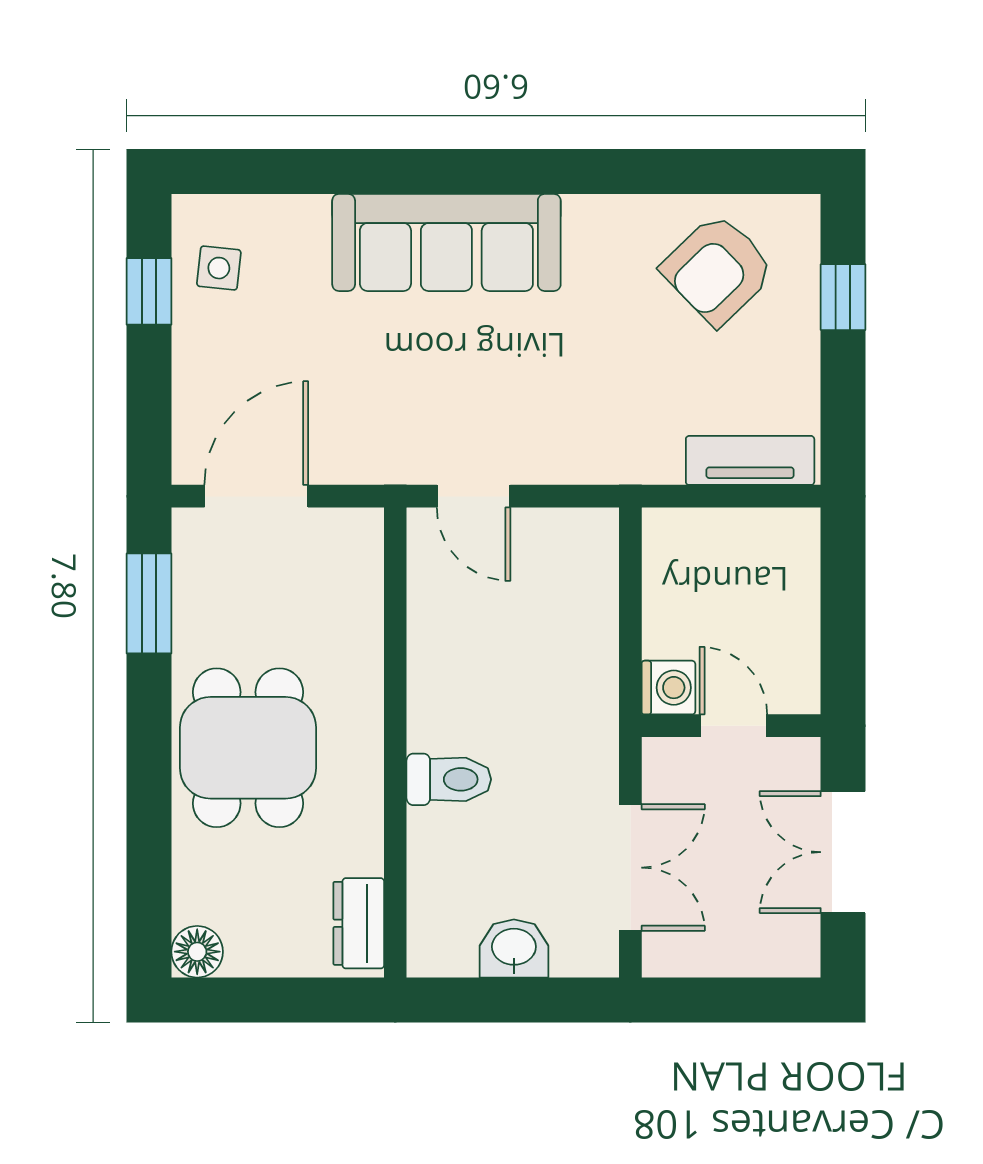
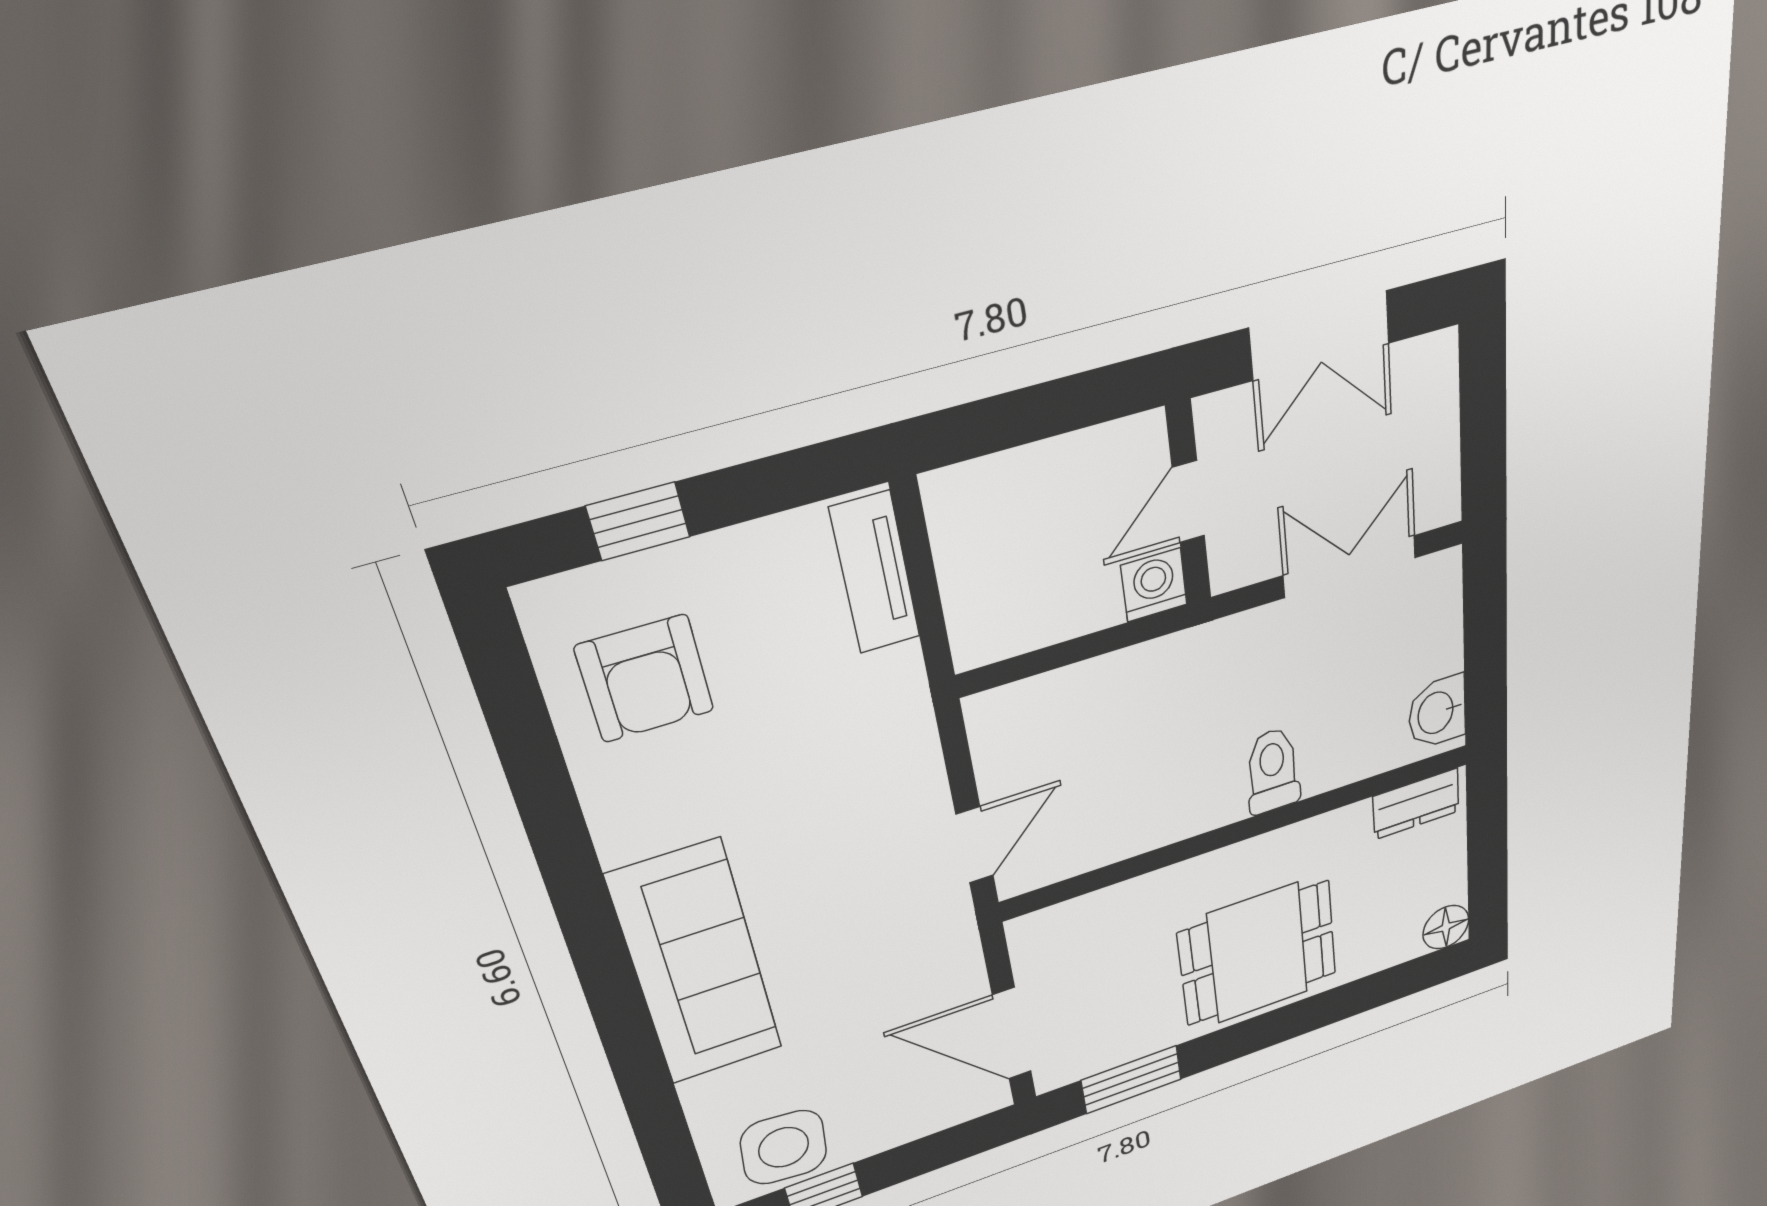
side table: (219, 268) -> (784, 1147), width x1.87, depth x1.87
armchair: (718, 269) -> (645, 679), turned 44
washbasin: (514, 948) -> (1437, 712), moved

